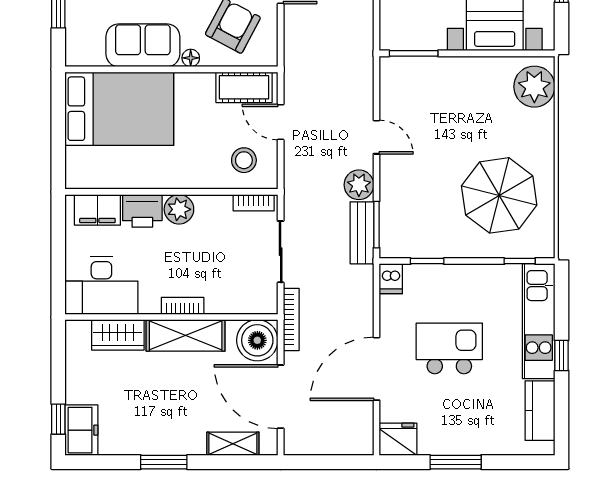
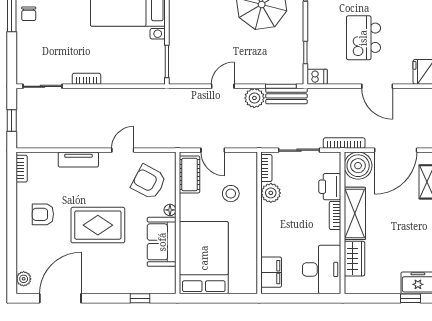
door: (281, 122) -> (213, 150), hinge flipped
stool: (244, 160) -> (231, 194), moved
plant: (179, 209) -> (271, 193), moved
printer: (142, 211) -> (330, 187), moved, turned 180
door: (376, 369) -> (377, 86), width x0.73

